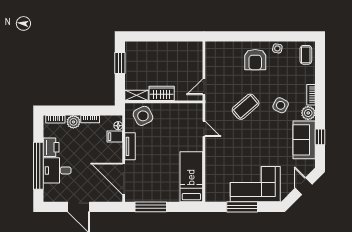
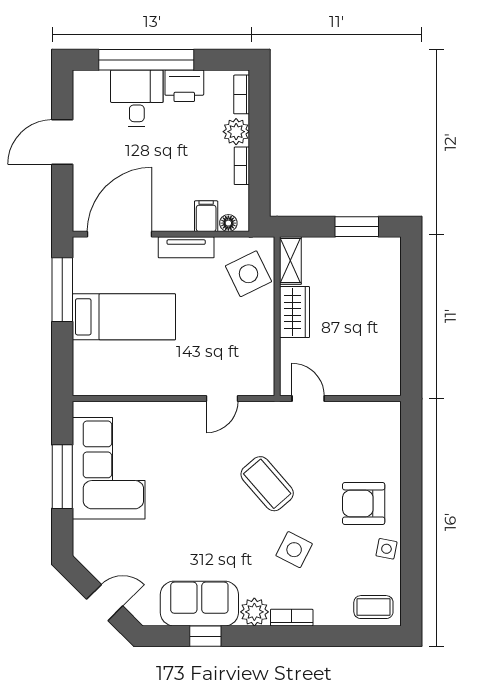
side table: (281, 105) -> (294, 550), moved
bed: (191, 177) -> (124, 317), moved
corner sofa: (255, 184) -> (109, 468), moved

